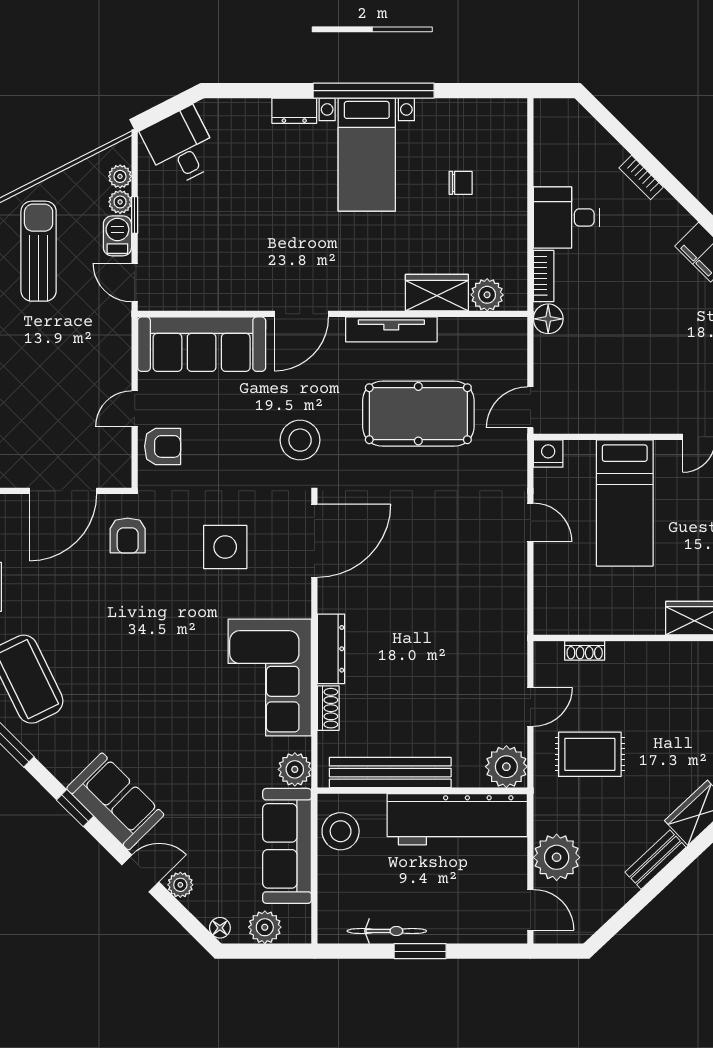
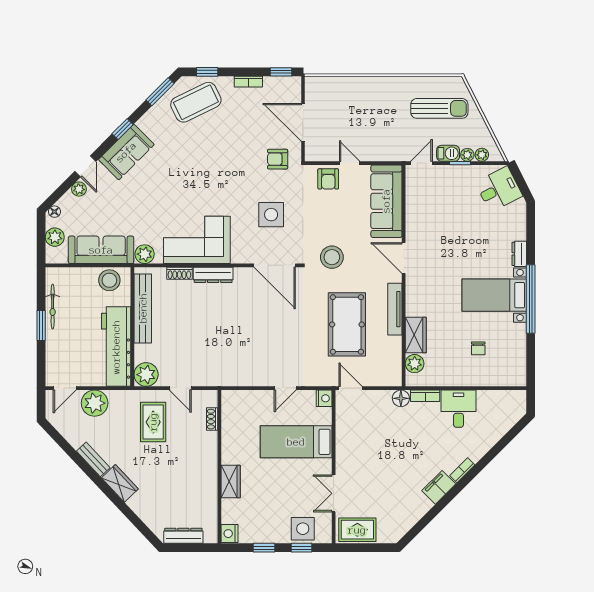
bookcase: (641, 177) -> (462, 470), moved

